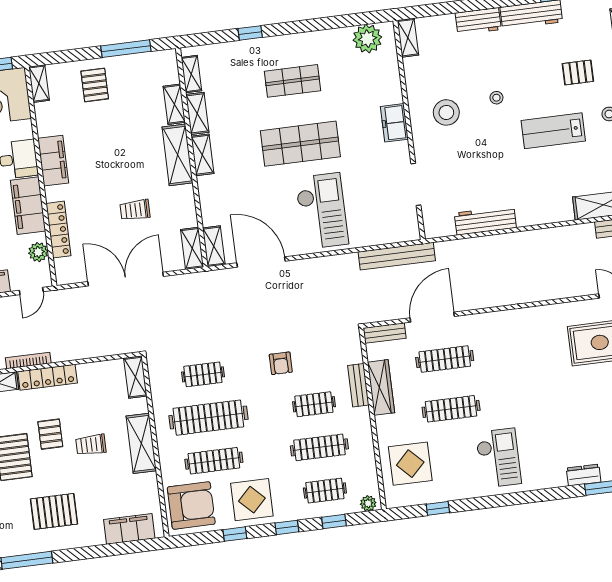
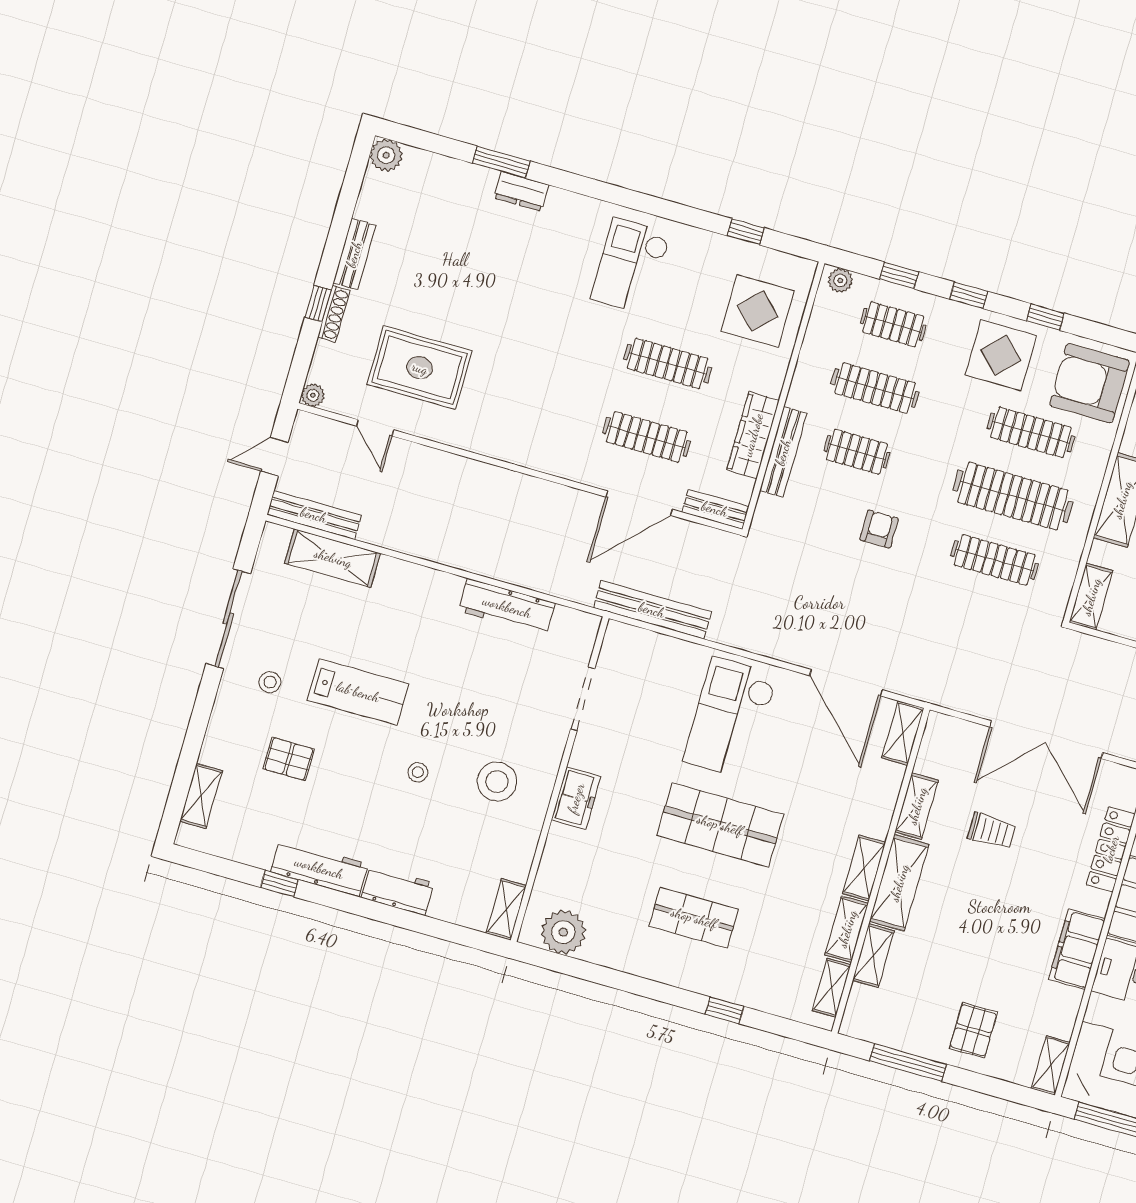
shelving: (192, 248) -> (917, 806), moved
clothes rail: (203, 374) -> (995, 560), width x1.36
bench: (358, 385) -> (783, 452), width x1.36

